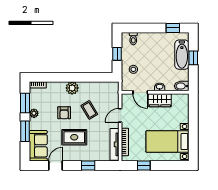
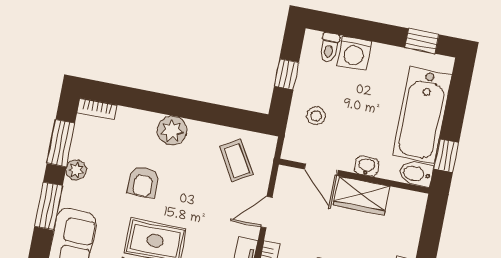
washing machine: (145, 39) -> (354, 53), added
bathtub: (182, 55) -> (422, 115), width x1.36, depth x1.36
window: (193, 58) -> (446, 156), moved
coffee table: (89, 110) -> (236, 160), moved

